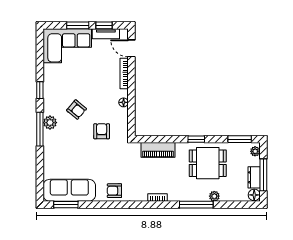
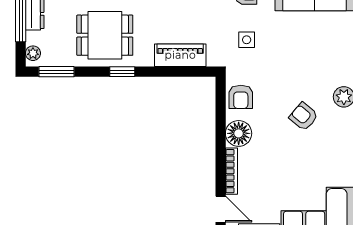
floor lamp: (124, 102) -> (239, 133), width x1.89, depth x1.89
armchair: (102, 131) -> (241, 97), moved
side table: (114, 160) -> (247, 40), added

